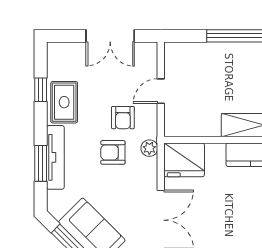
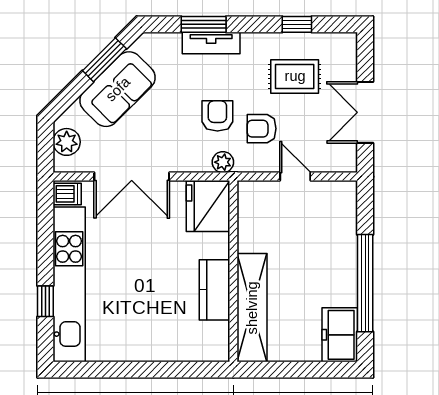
rug: (64, 102) -> (295, 76), moved
tv unit: (55, 157) -> (211, 43), width x0.71

